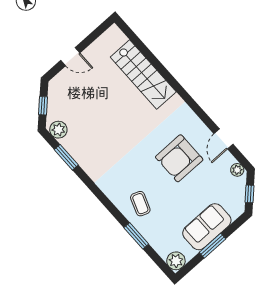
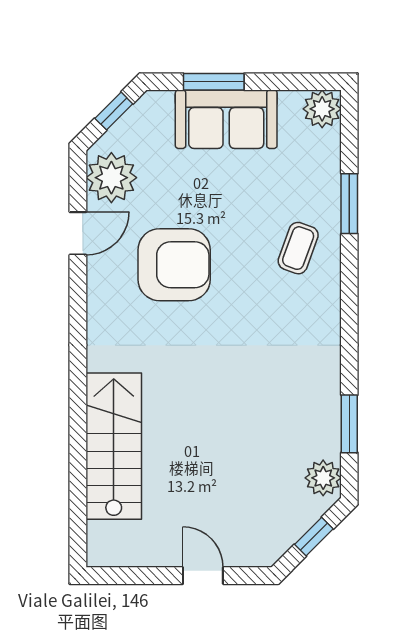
plant: (237, 170) -> (111, 178), width x1.87, depth x1.87
window: (212, 246) -> (214, 82), moved

